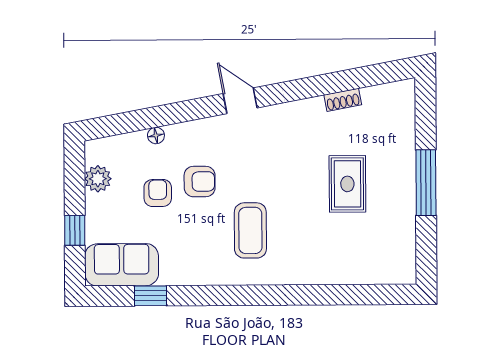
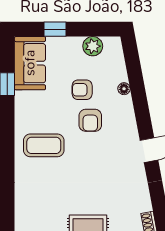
armchair: (158, 193) -> (82, 90), turned 180
coffee table: (250, 230) -> (44, 145), moved

